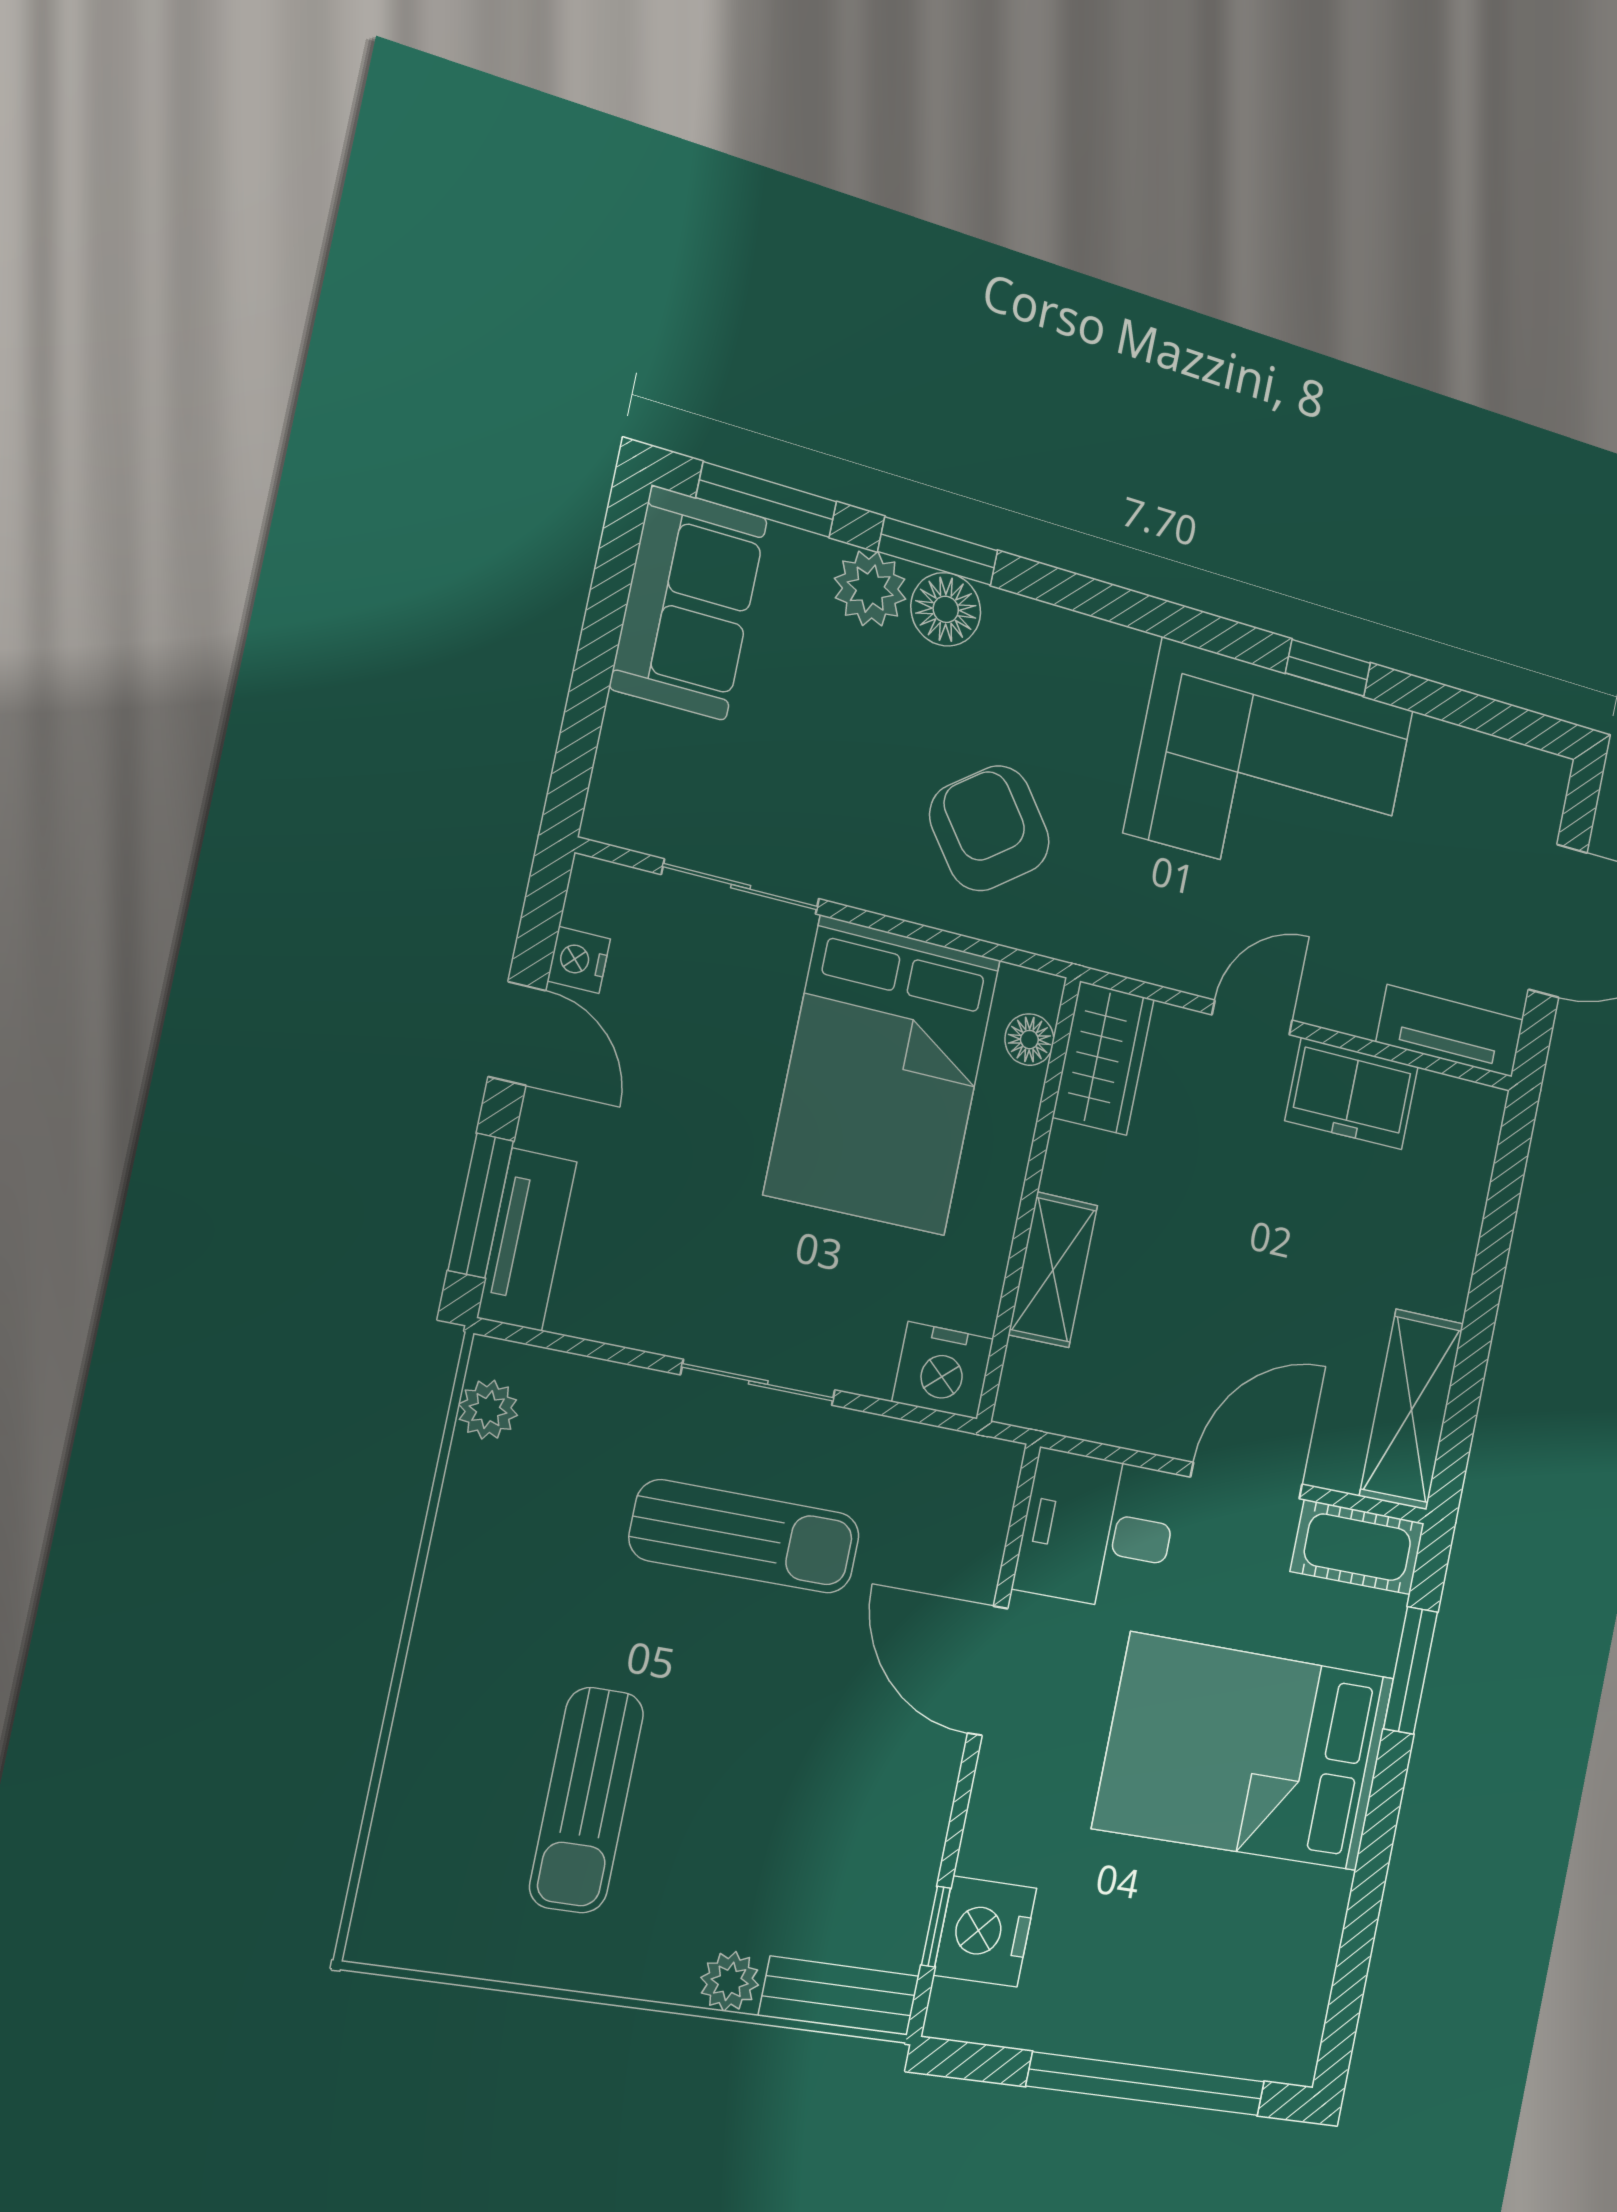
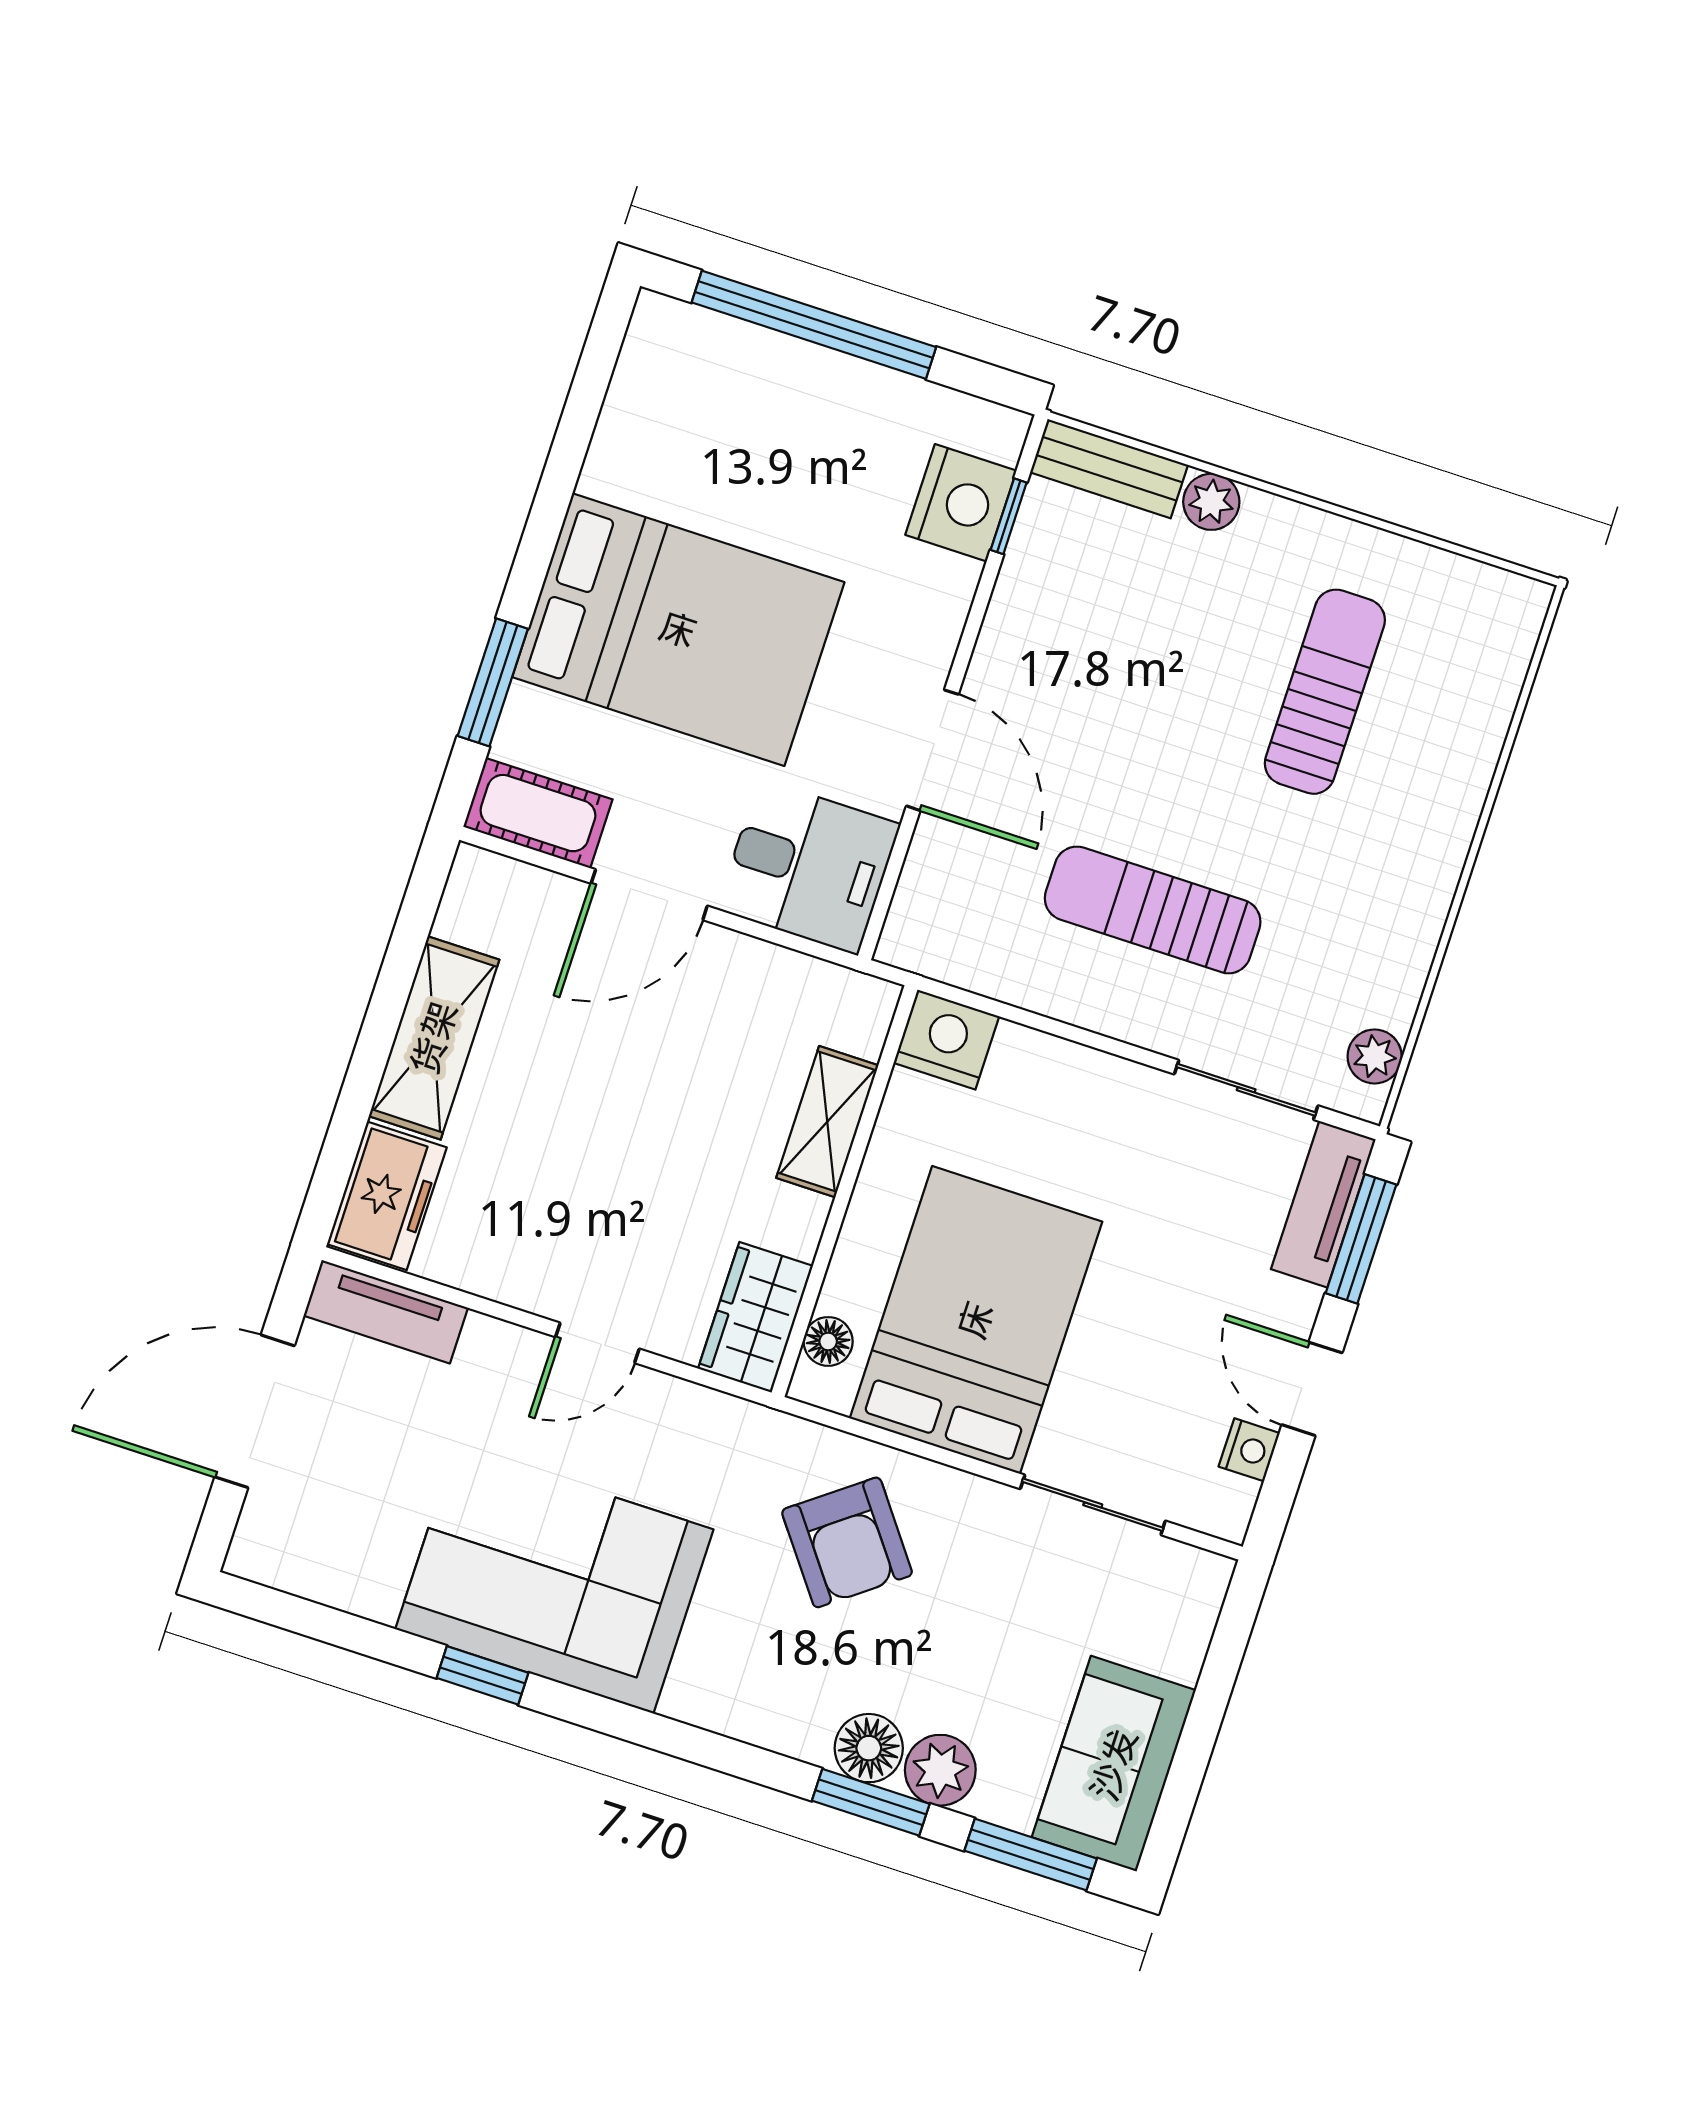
freezer: (1352, 1094) -> (387, 1196), moved, turned 90
sliding door: (758, 1382) -> (1246, 1090), moved
shelving: (1412, 1410) -> (434, 1038), moved

